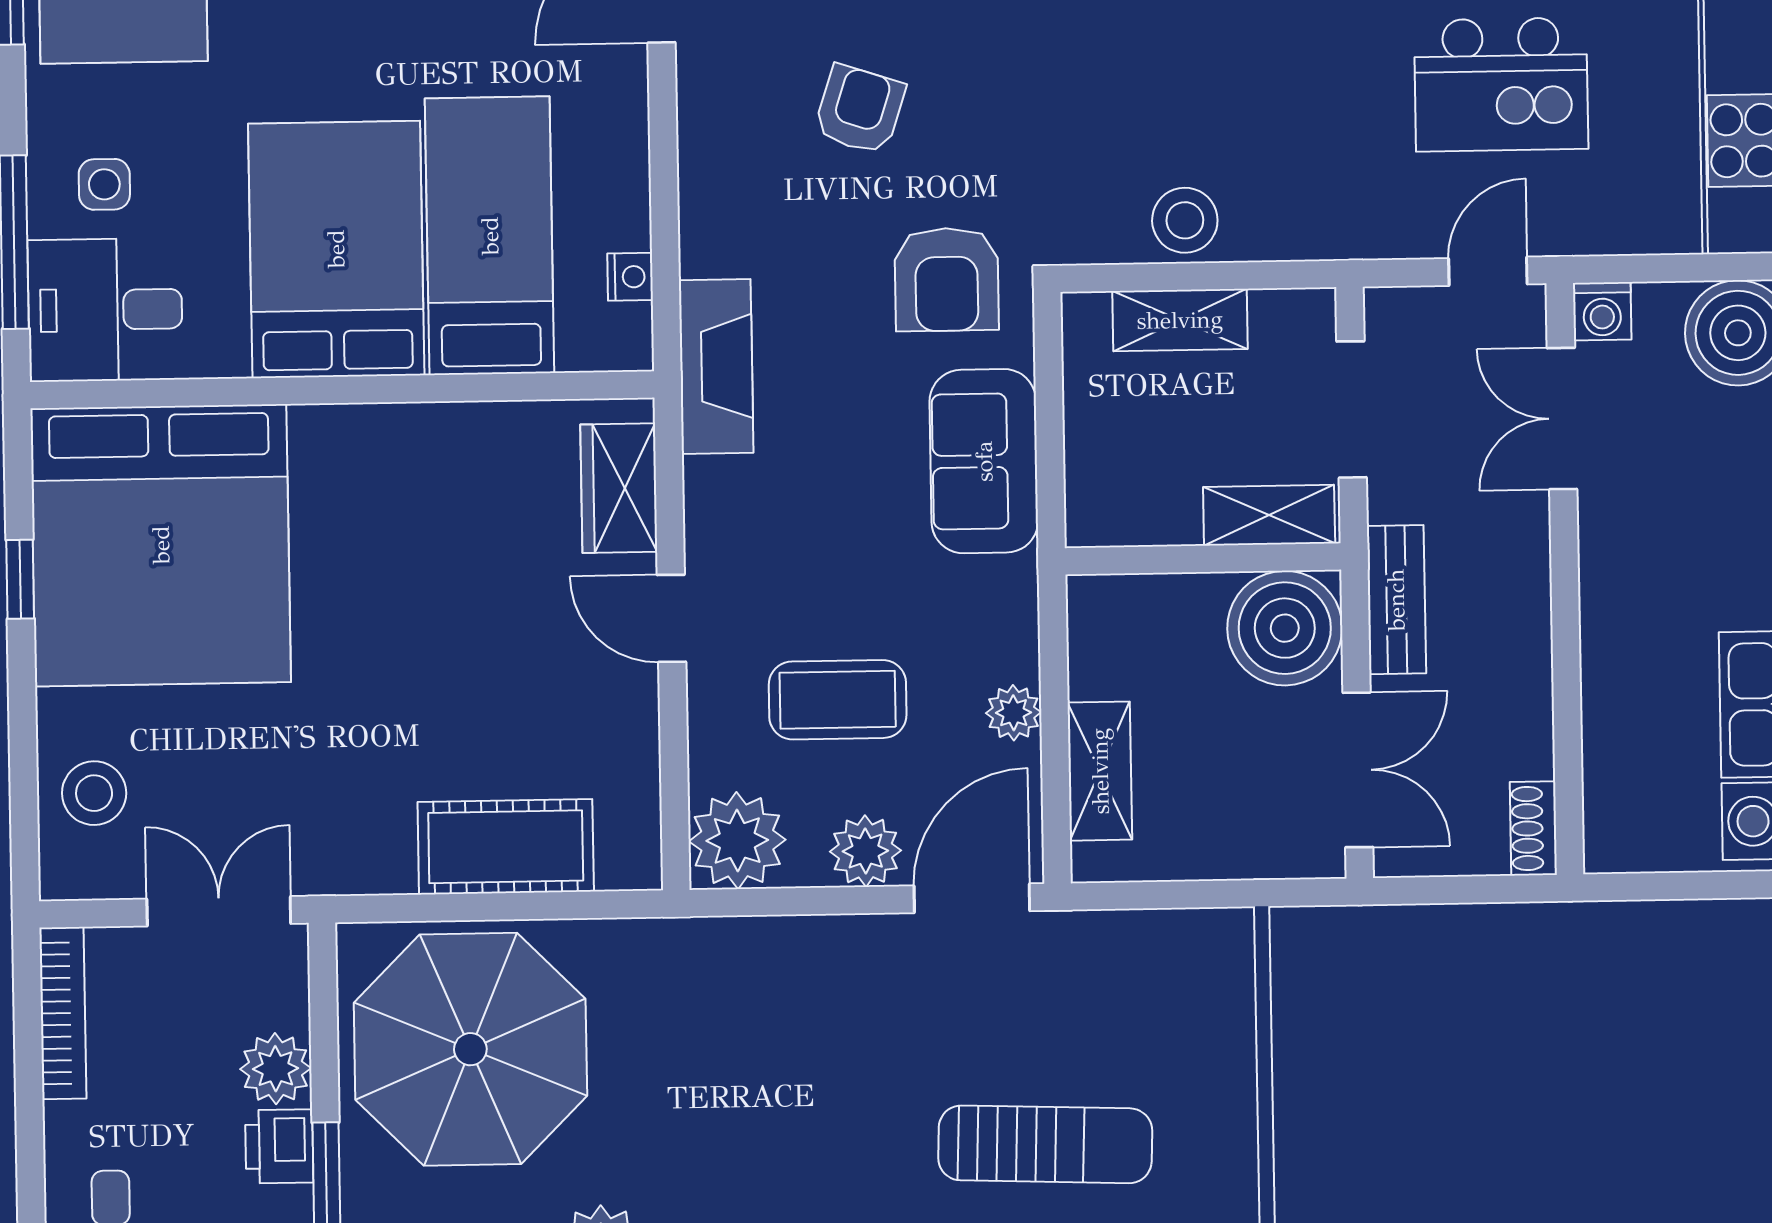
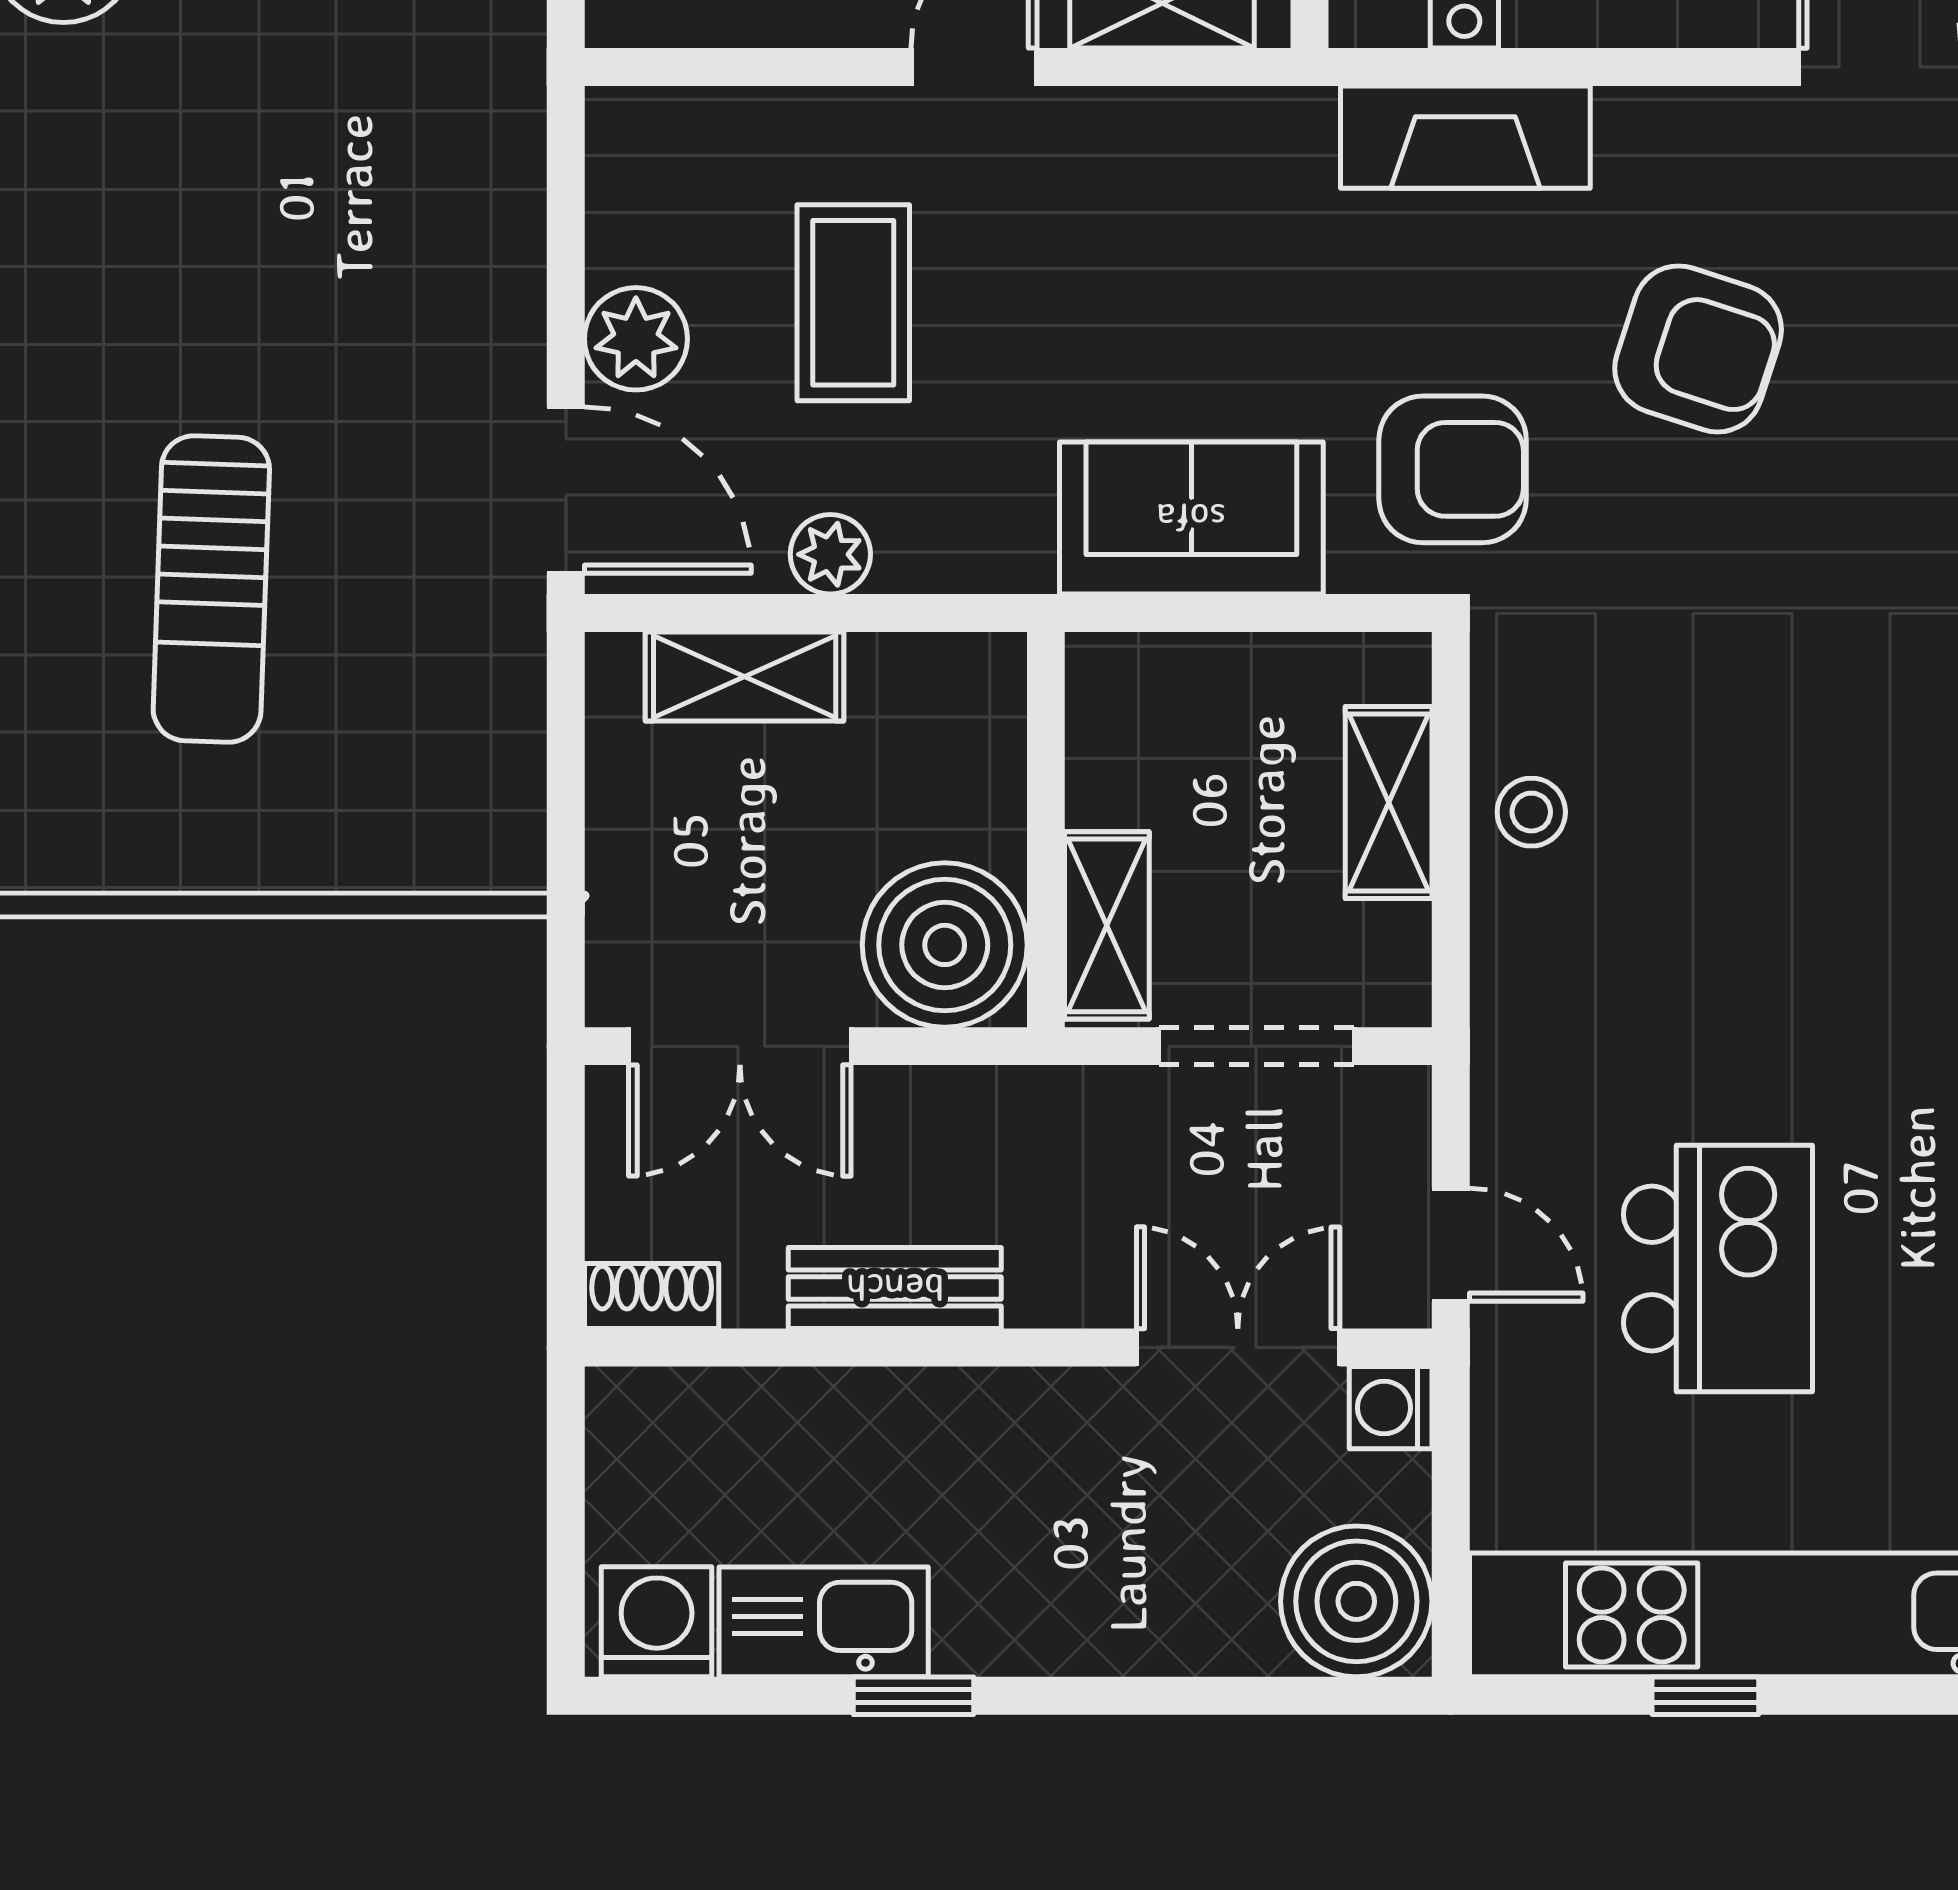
kitchen island: (1501, 85) -> (1718, 1268), turned 180
armchair: (860, 110) -> (1698, 349), width x1.38, depth x1.38
stool: (1185, 220) -> (1531, 812), width x0.73, depth x0.73
armchair: (947, 279) -> (1453, 469), turned 180
fireplace: (716, 366) -> (1465, 137), moved
bench: (1396, 600) -> (895, 1288), moved
plant: (737, 840) -> (654, 156), removed

